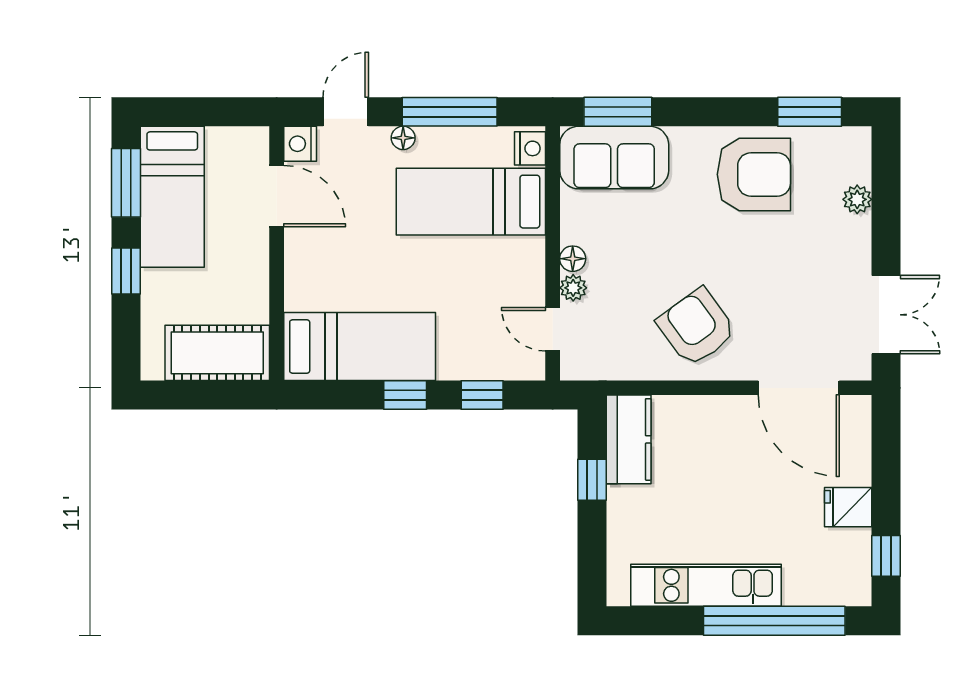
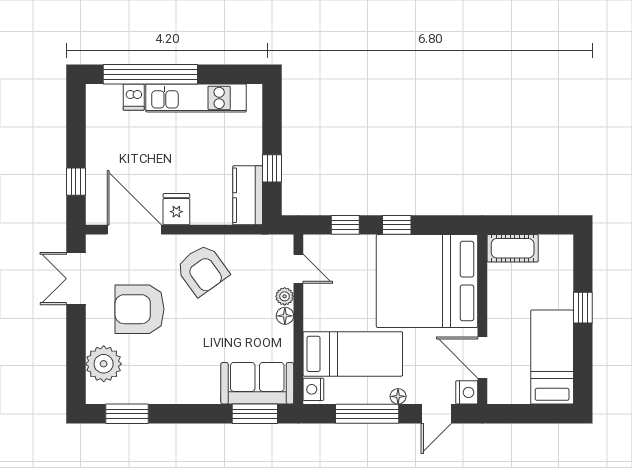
armchair: (754, 174) -> (140, 309), moved
window: (126, 183) -> (583, 366), removed
plant: (857, 199) -> (104, 364), width x1.87, depth x1.87
bed: (360, 347) -> (427, 281), width x2.04
cot: (217, 353) -> (513, 248), width x0.73, depth x0.75
fridge: (848, 507) -> (176, 209), moved, turned -90
window: (886, 556) -> (76, 182), moved
dishwasher: (799, 587) -> (134, 97), added

